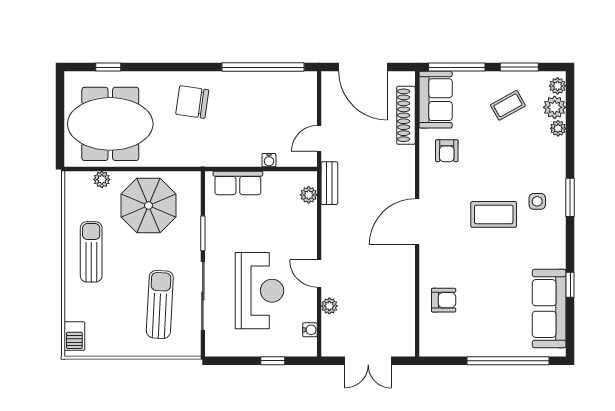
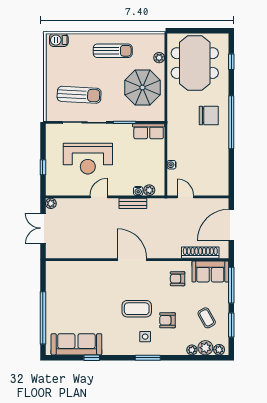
window: (263, 67) -> (231, 122), moved
chair: (192, 102) -> (209, 116), turned 82
row of seats: (238, 183) -> (149, 131), moved, turned -90
bench: (329, 183) -> (133, 203), moved
coffee table: (494, 214) -> (137, 309), turned 90
armchair: (444, 300) -> (167, 320), moved, turned 90
plant: (329, 306) -> (51, 203), moved
water cooler: (310, 330) -> (138, 191), moved

